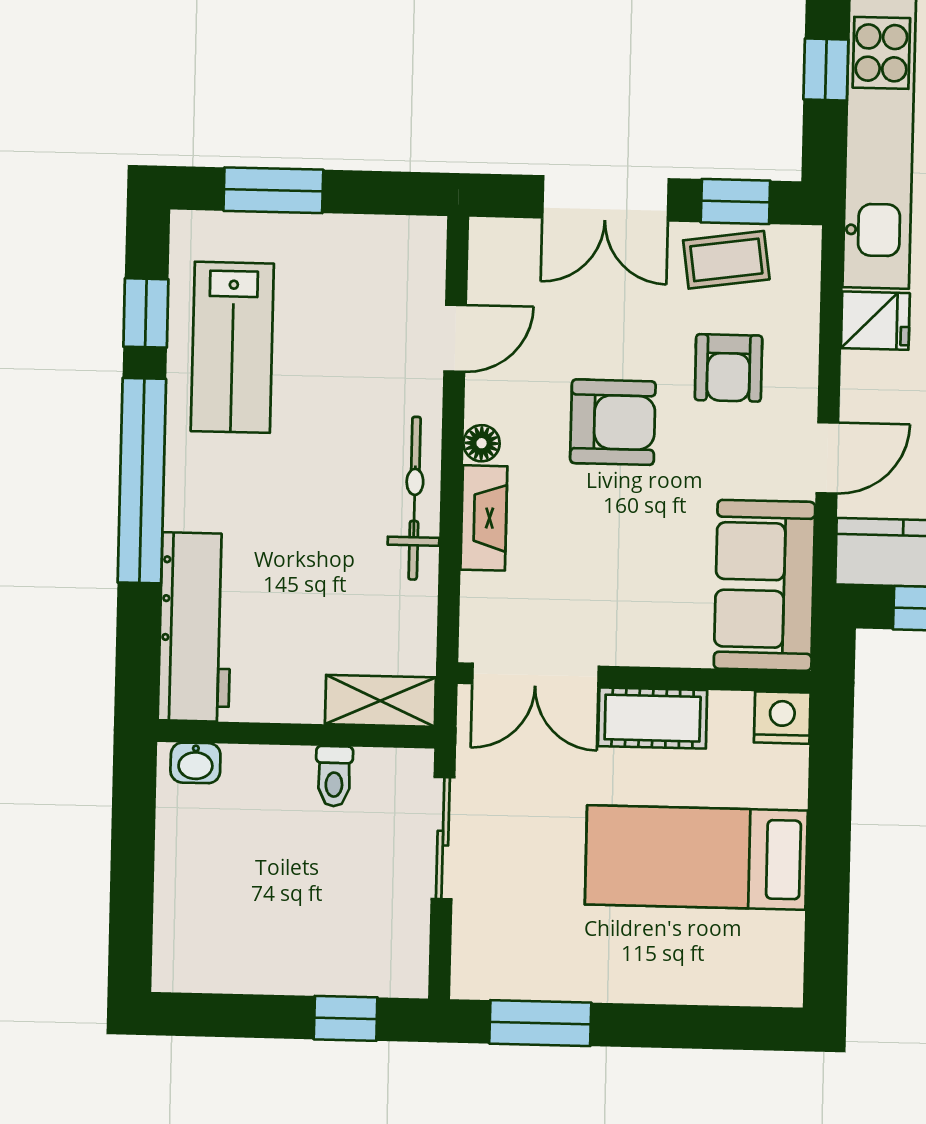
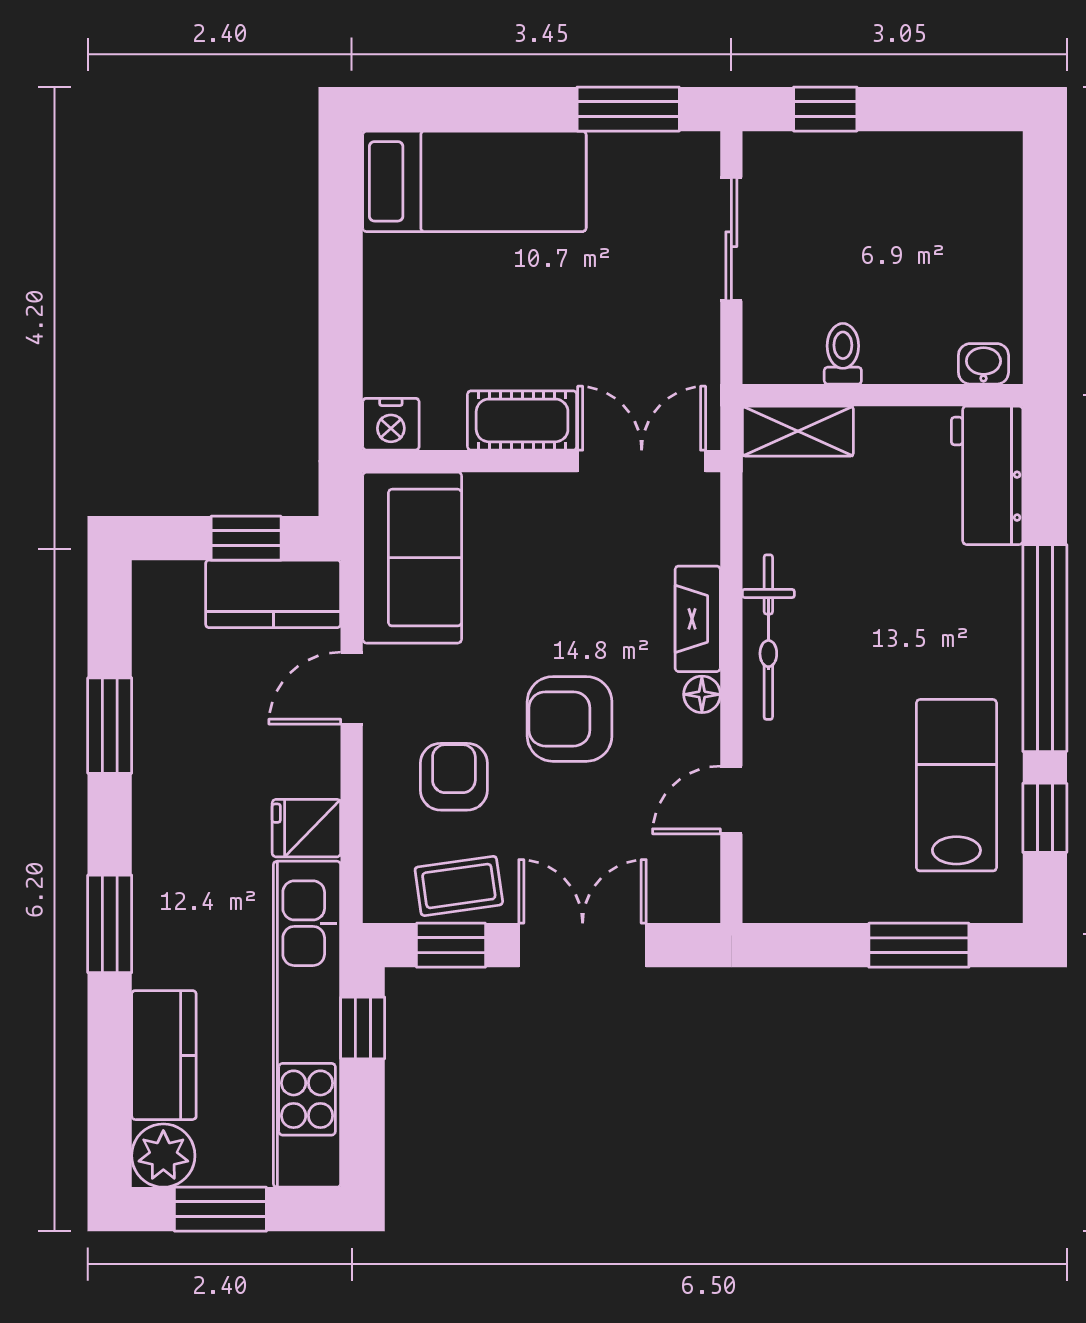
window: (826, 69) -> (363, 1028), moved
workbench: (195, 627) -> (987, 475), width x0.73
sliding door: (443, 838) -> (731, 239), moved
bed: (696, 858) -> (474, 181), moved

